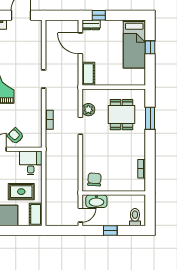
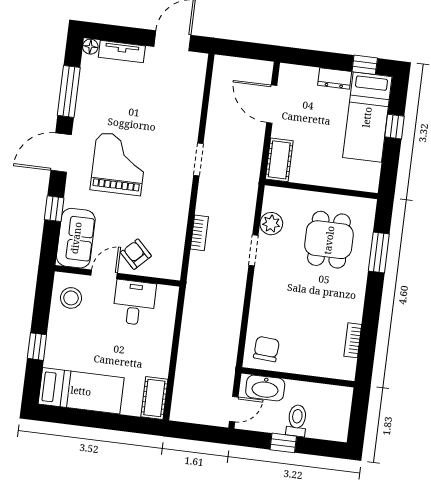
window: (99, 15) -> (365, 65), moved
dresser: (91, 25) -> (335, 78), moved
desk: (31, 163) -> (134, 303), moved
rug: (21, 192) -> (134, 354), removed
toilet: (135, 217) -> (297, 421), moved

